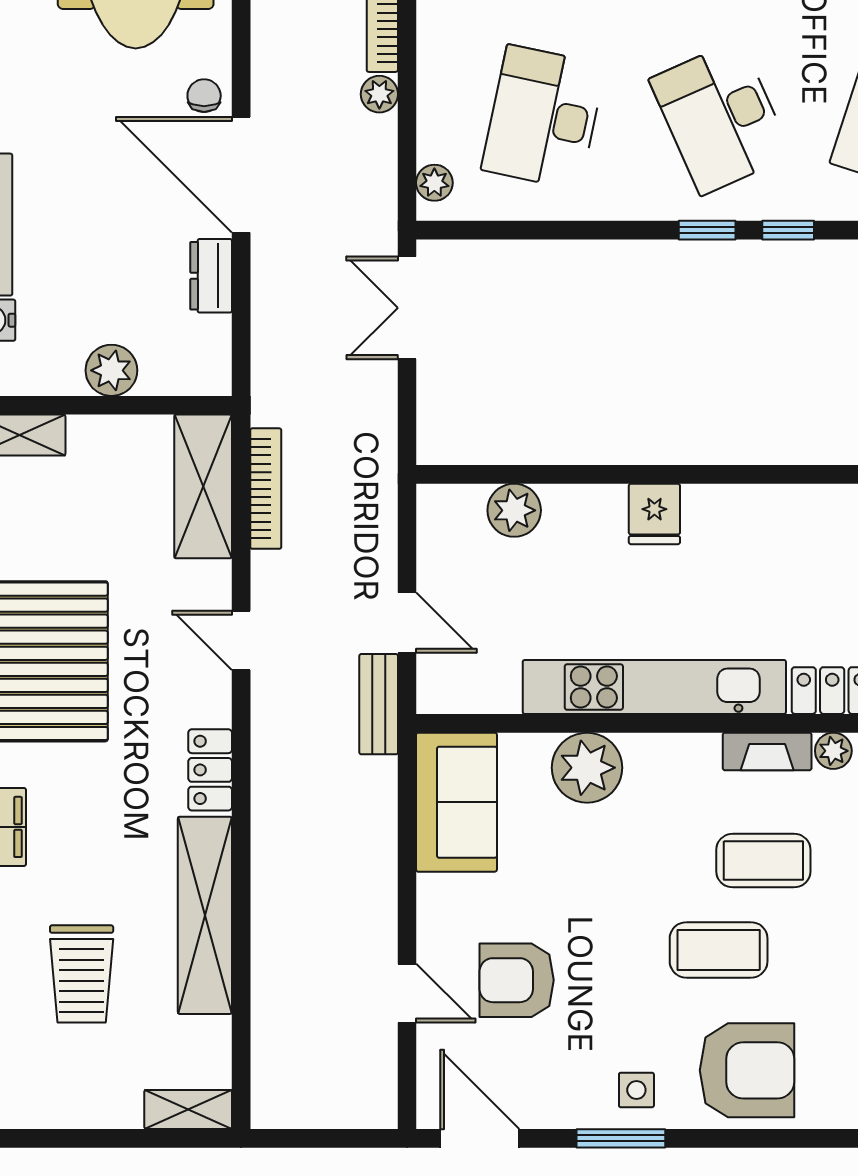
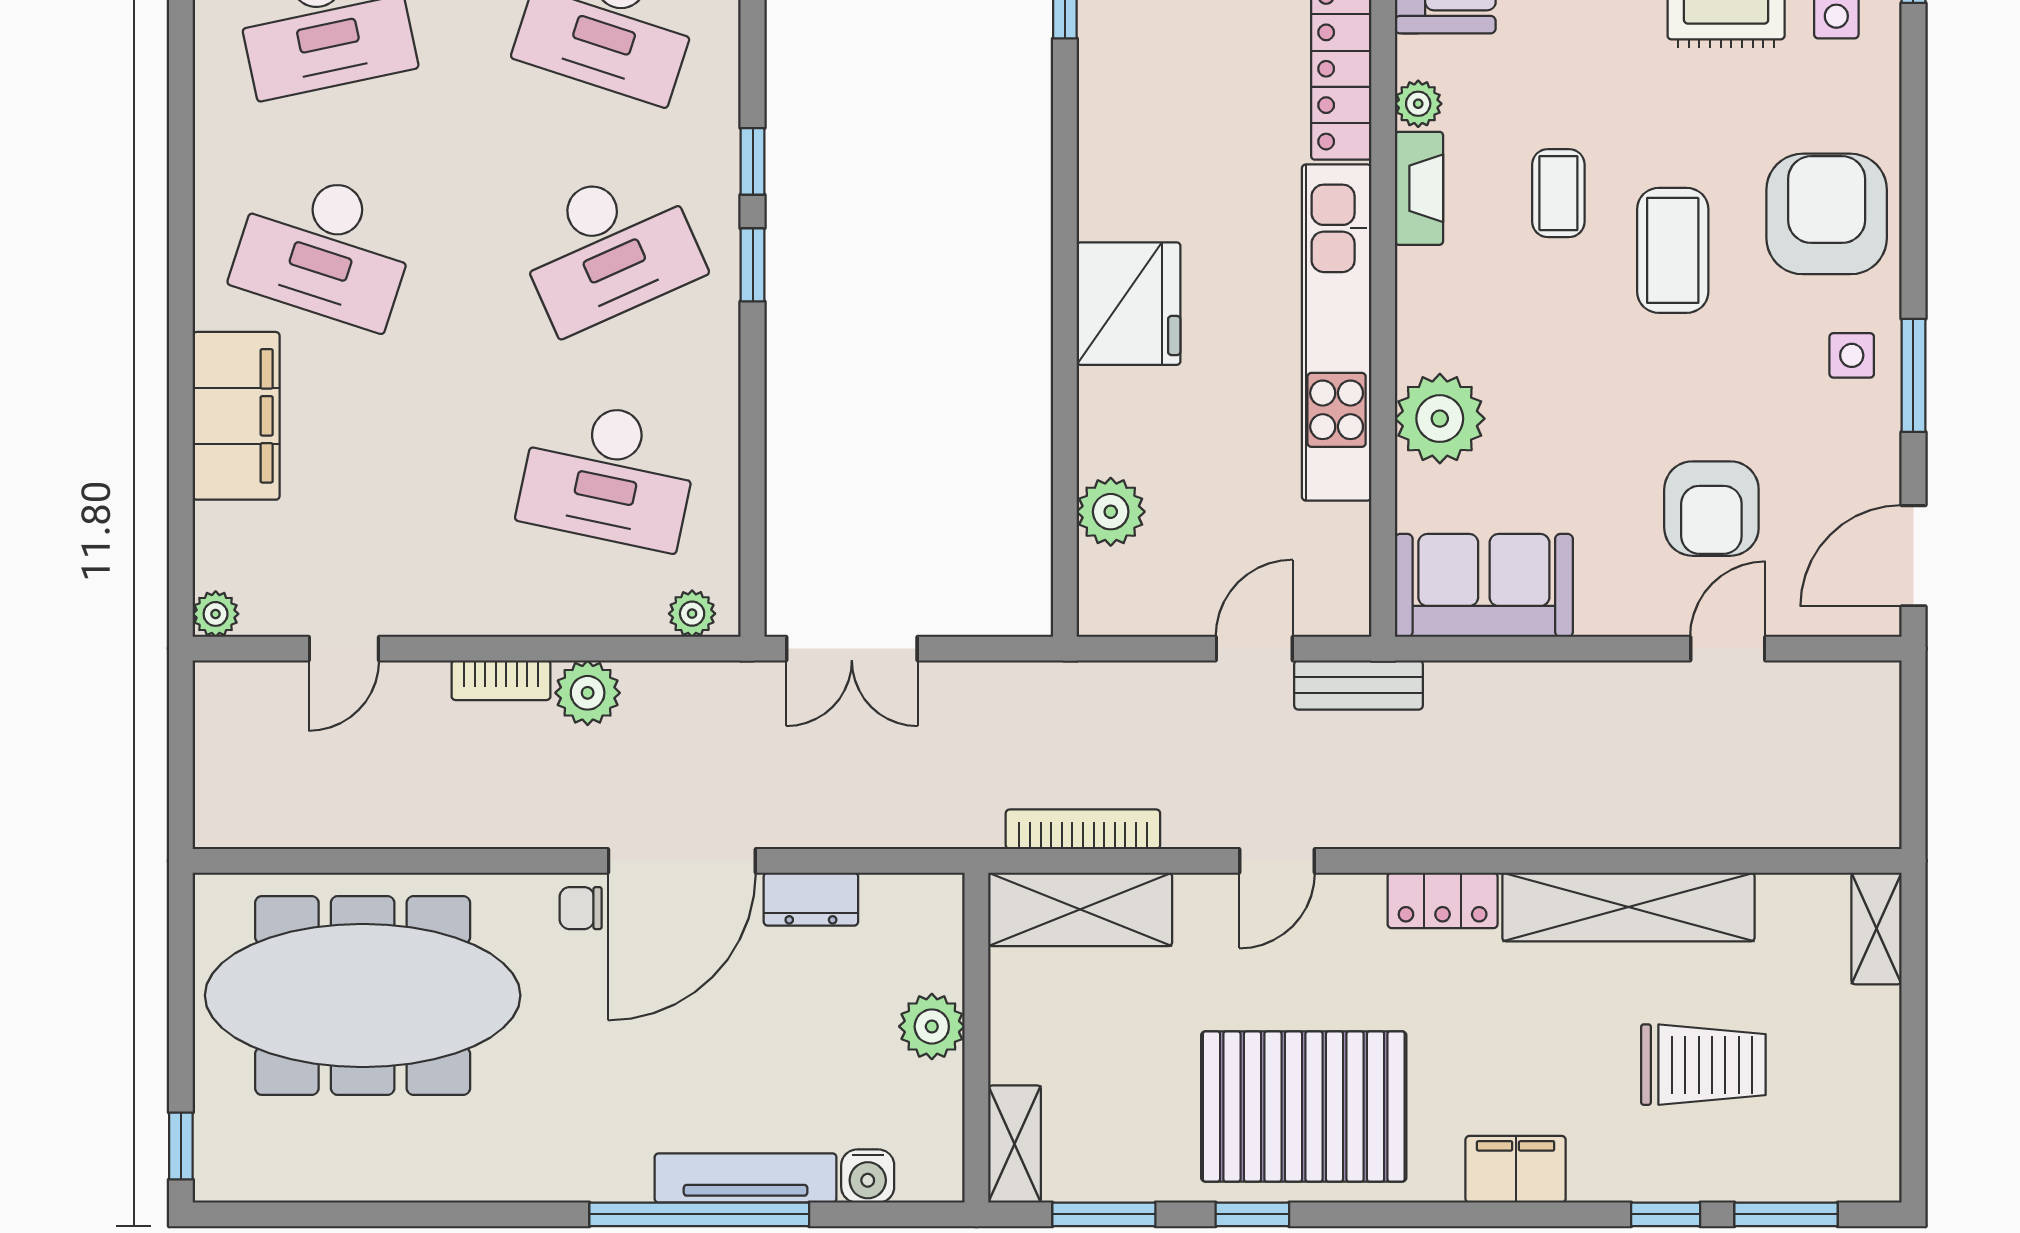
plant: (379, 94) -> (588, 693), width x1.38, depth x1.38
fridge: (654, 514) -> (1129, 304), width x1.88, depth x1.34
coffee table: (763, 861) -> (1558, 193), width x0.73, depth x0.77

